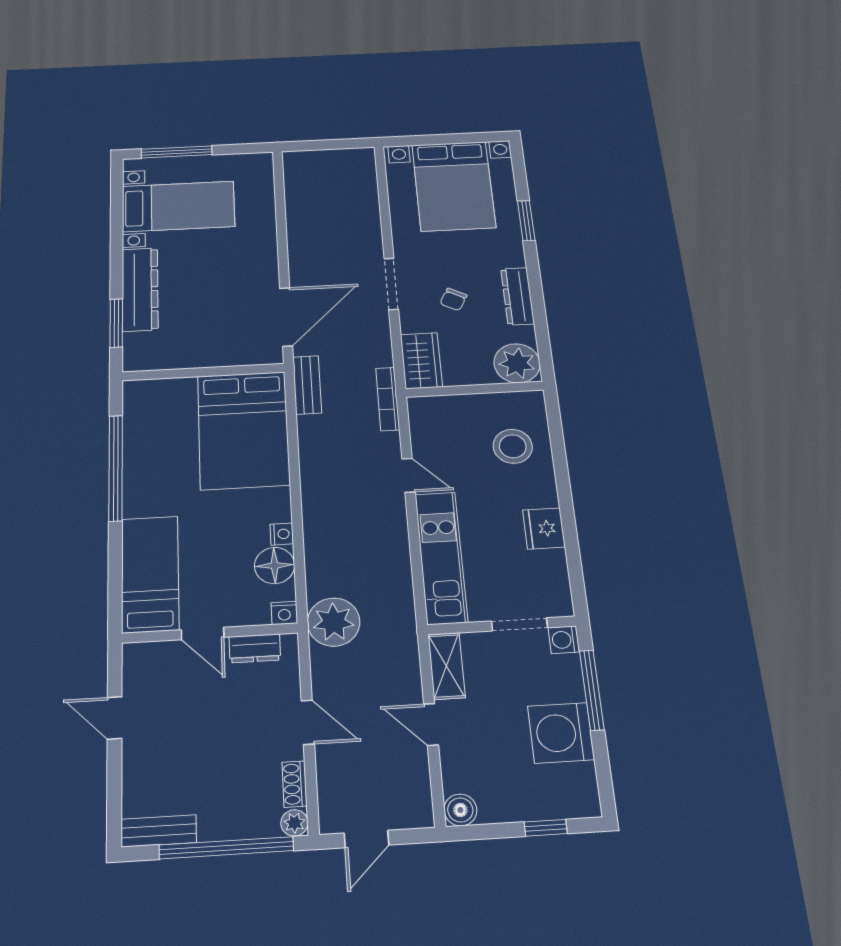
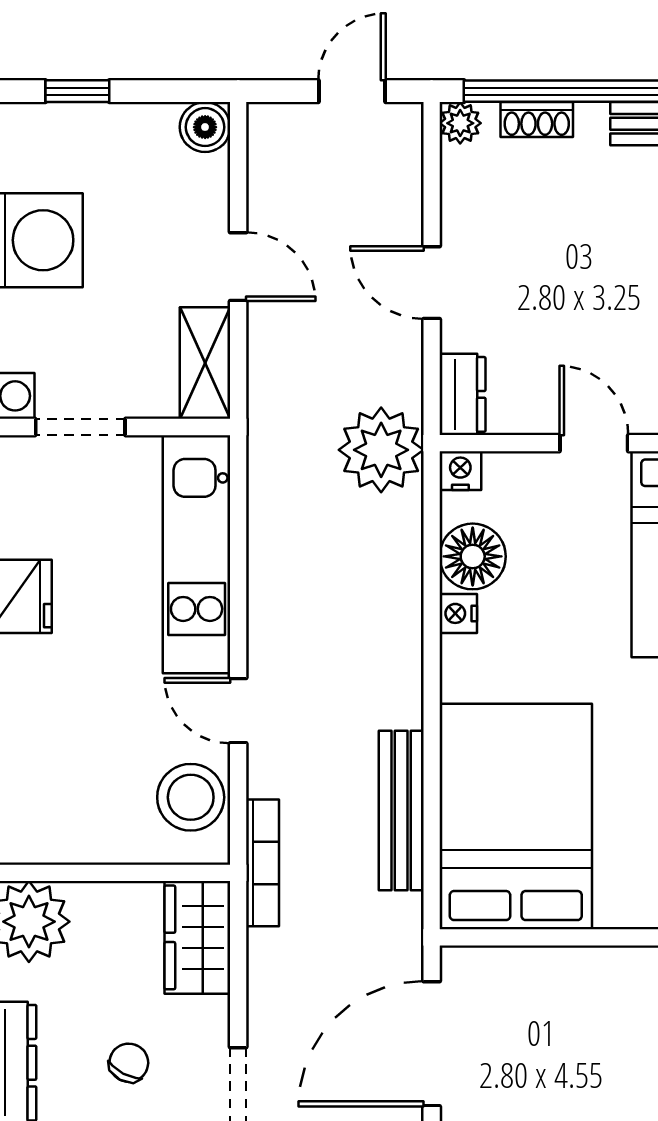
bench: (307, 385) -> (401, 811), moved, width x1.36
stool: (513, 446) -> (191, 797), moved
dresser: (255, 648) -> (462, 394), moved, turned 90
shoe rack: (295, 784) -> (537, 120), moved, turned 90

